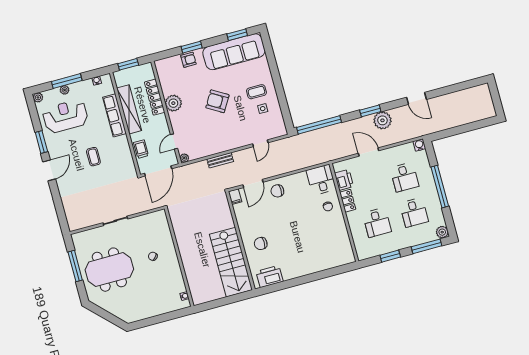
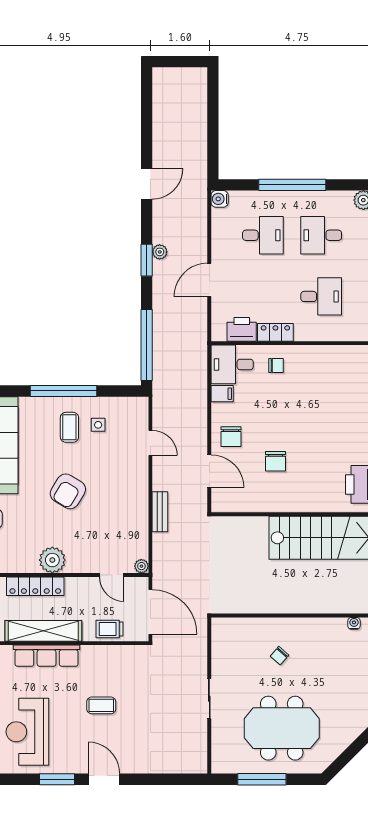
window: (277, 82) -> (63, 391), added
plant: (382, 120) -> (160, 252), width x0.53, depth x0.53
filing cabinet: (235, 197) -> (222, 394), moved
desk: (414, 212) -> (321, 235), turned 180
chair: (261, 244) -> (276, 461), moved
meeting table: (109, 270) -> (282, 728), turned 90

